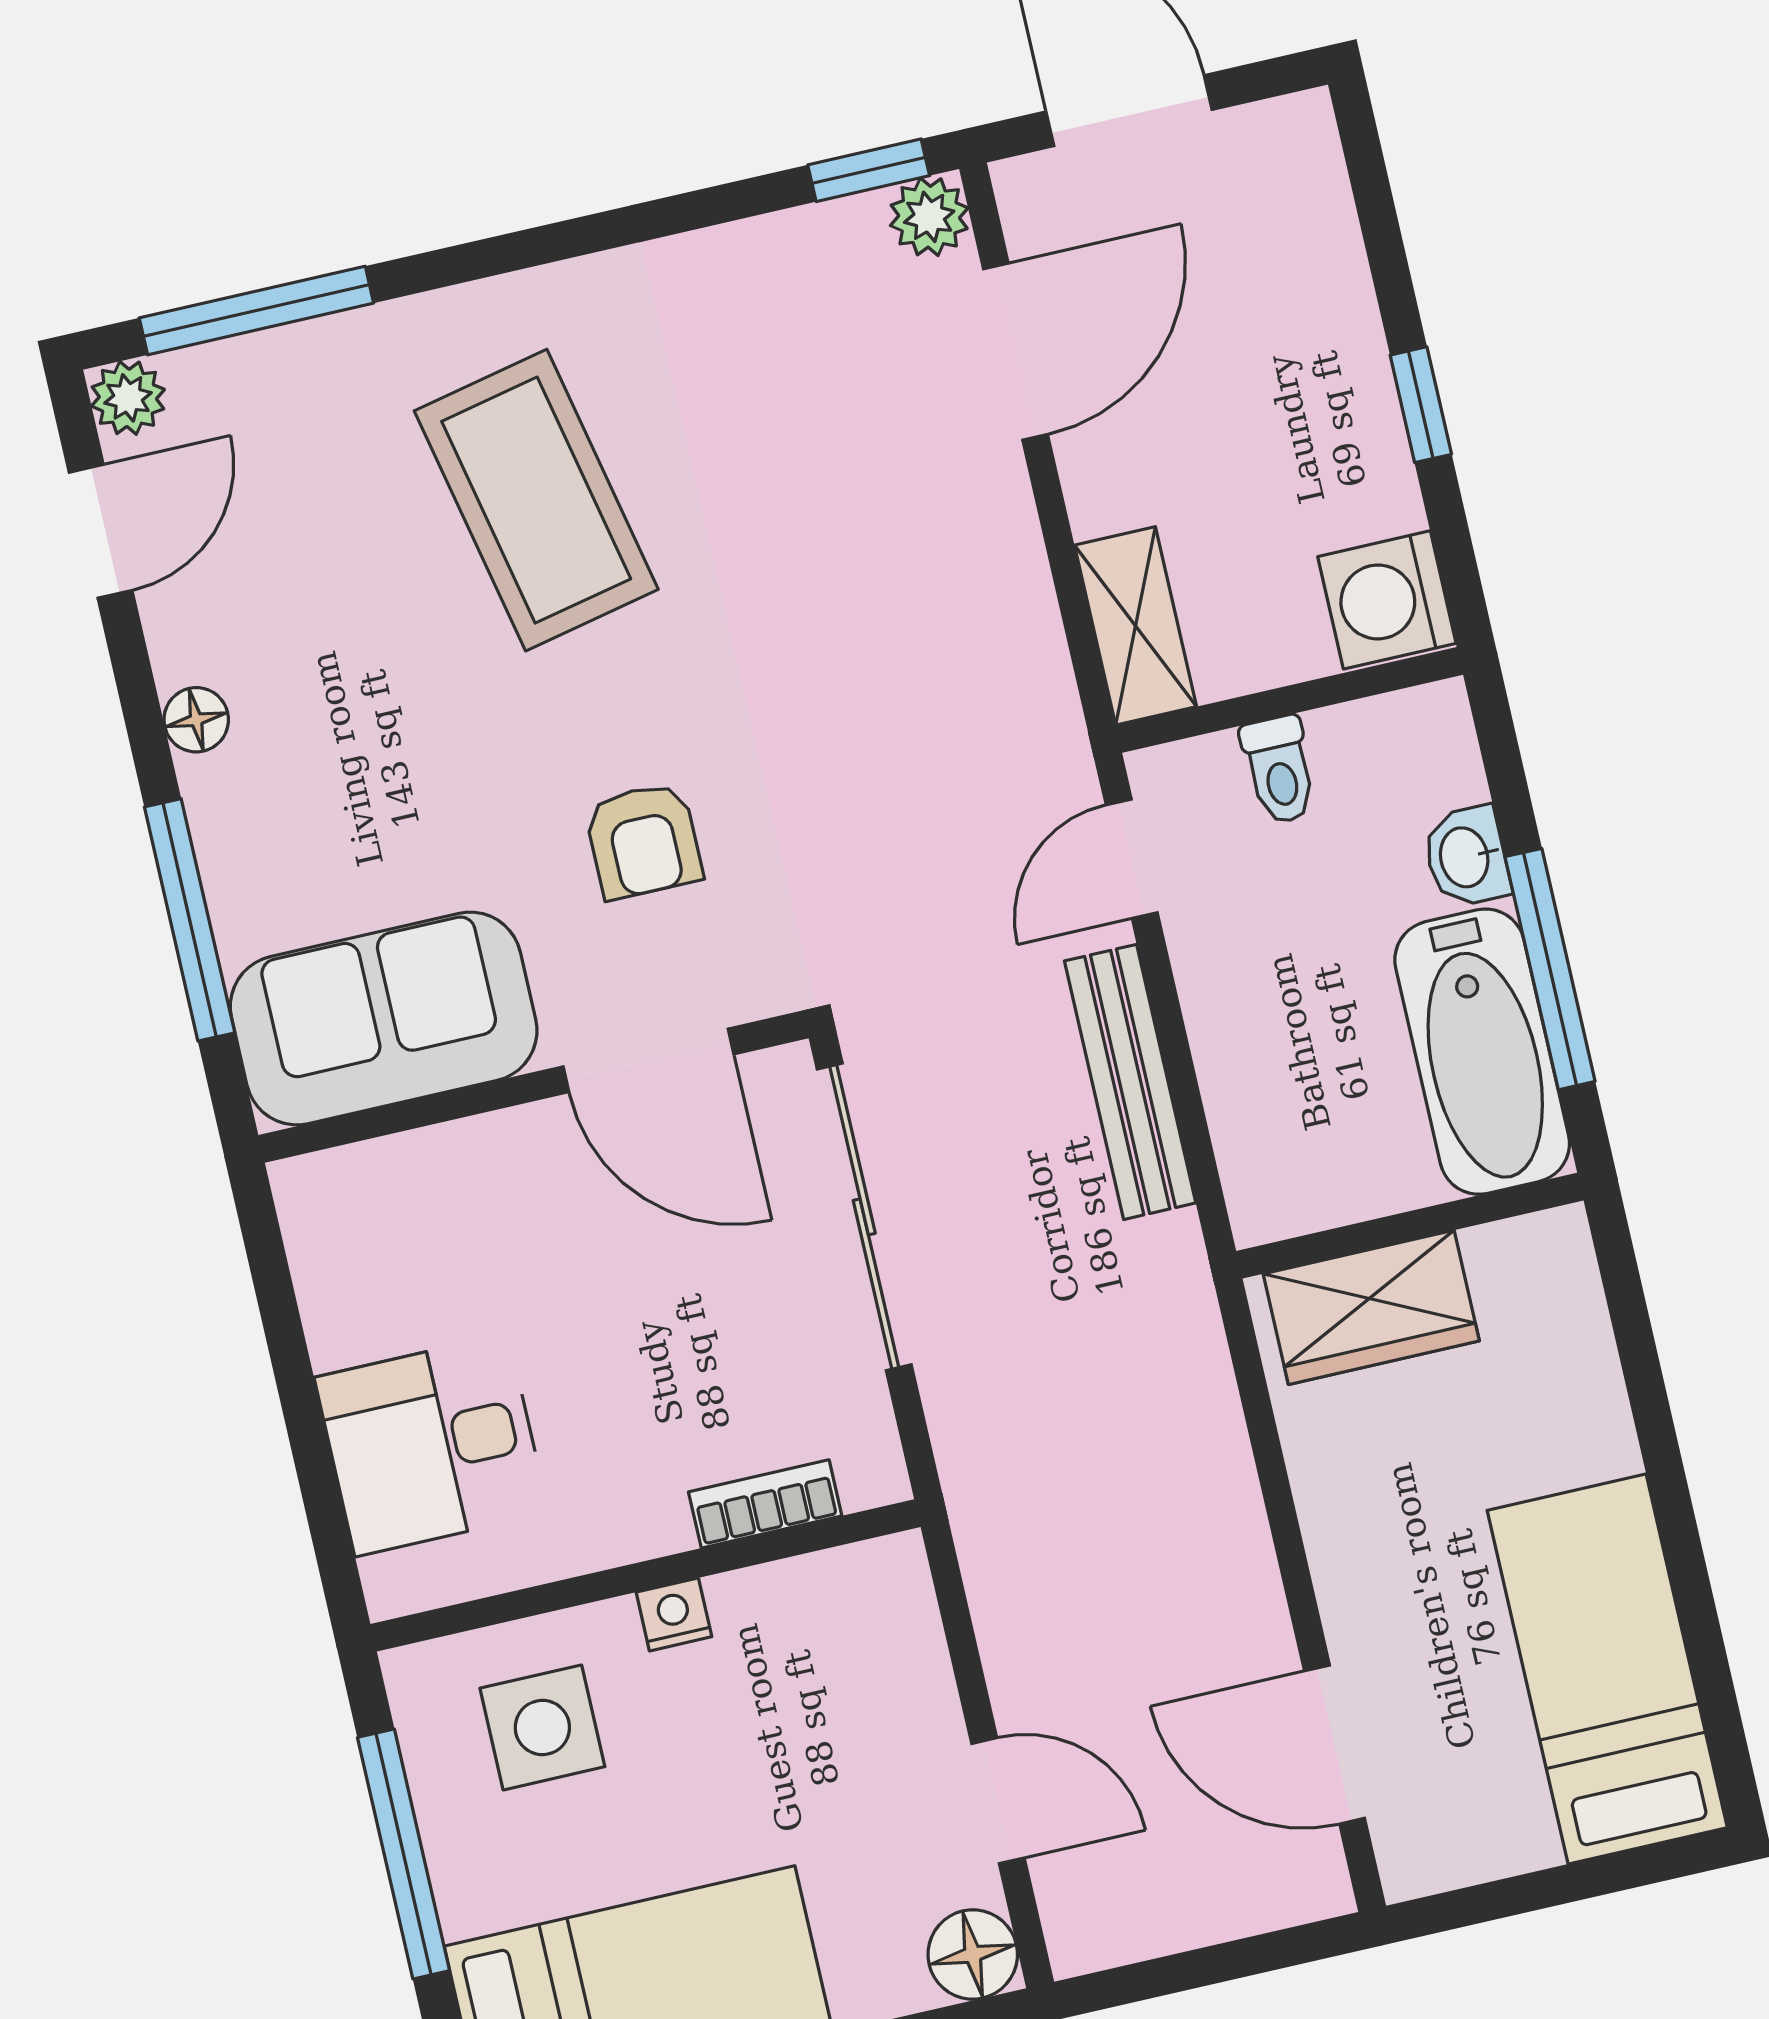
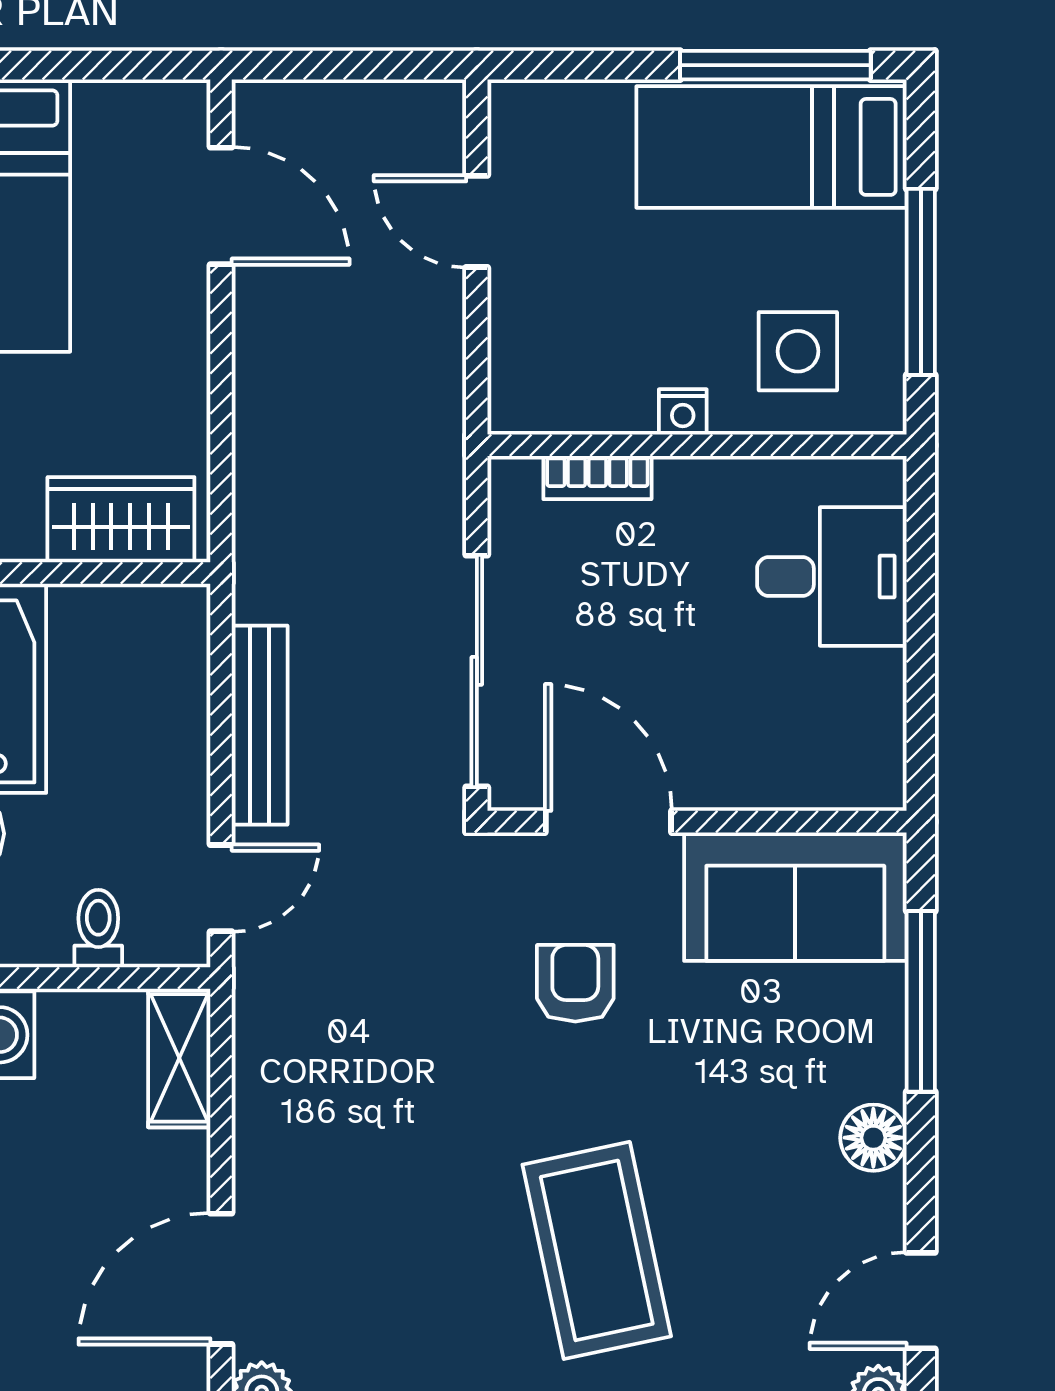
floor lamp: (196, 720) -> (873, 1138), width x1.37, depth x1.37
floor lamp: (973, 1954) -> (521, 113), removed

